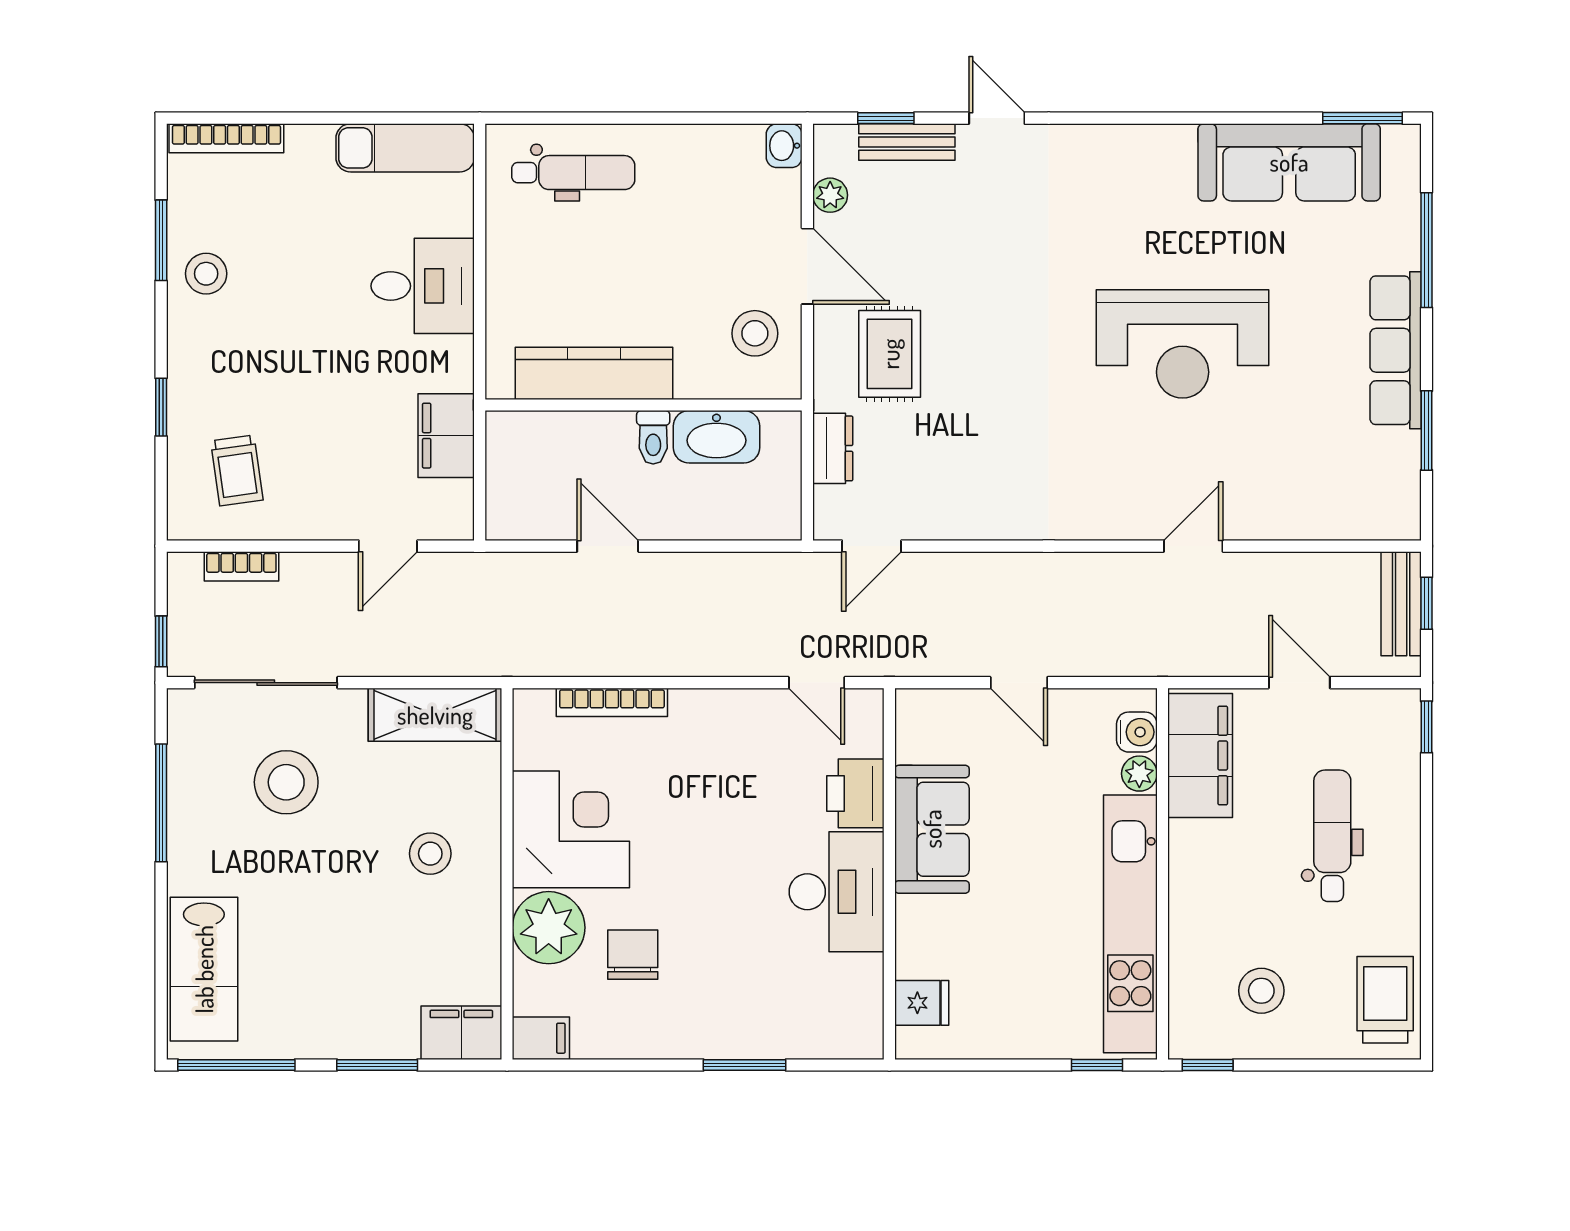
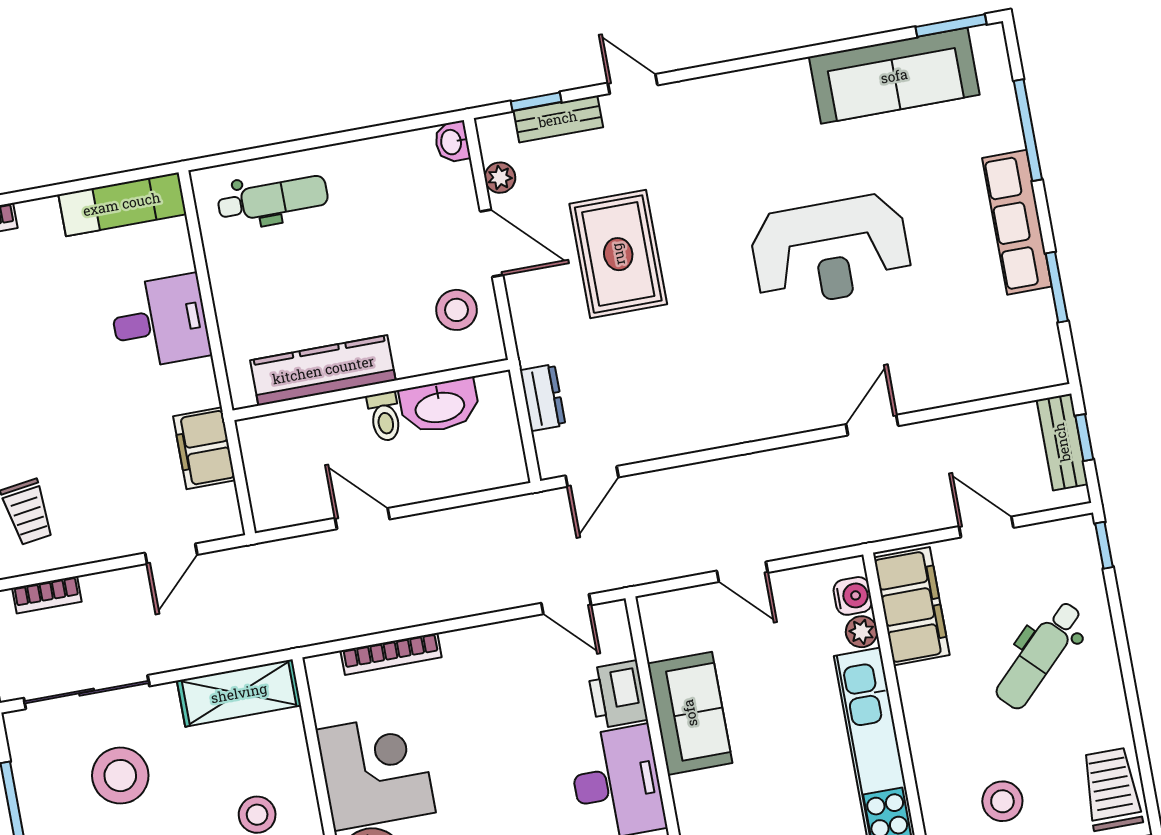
rug: (890, 354) -> (618, 254), moved, width x1.36, depth x1.43
dental chair: (1332, 836) -> (1039, 655), turned -135

